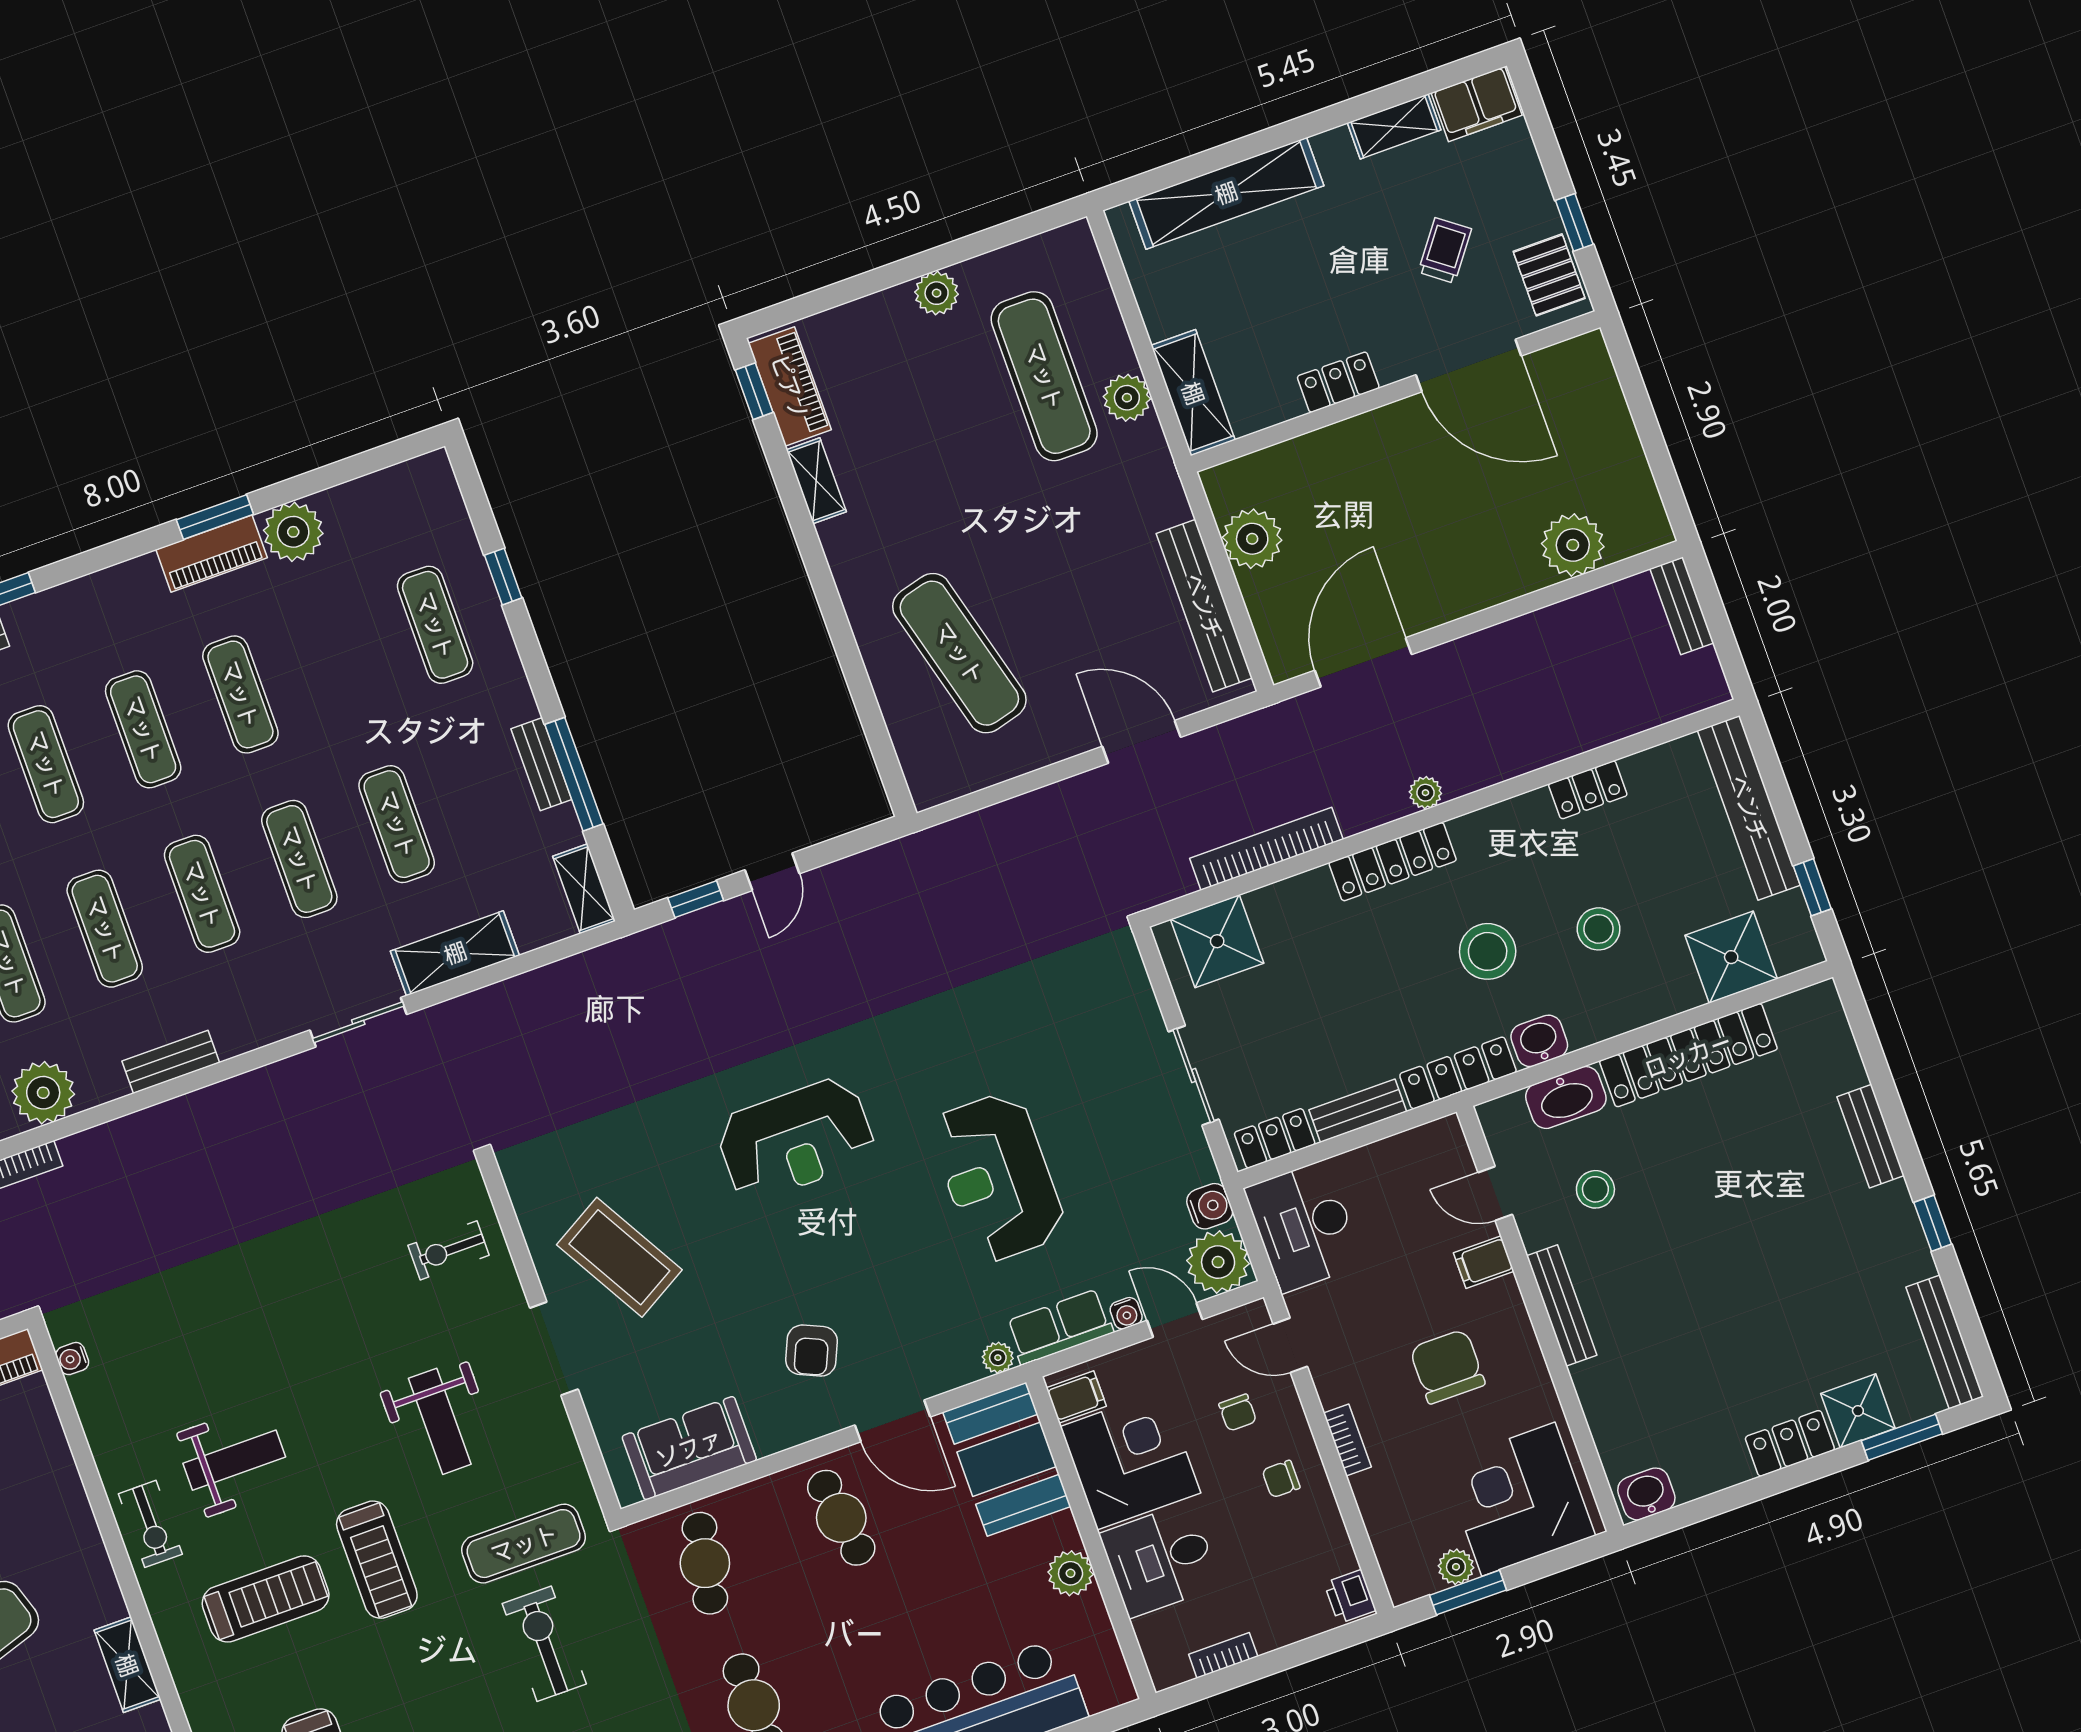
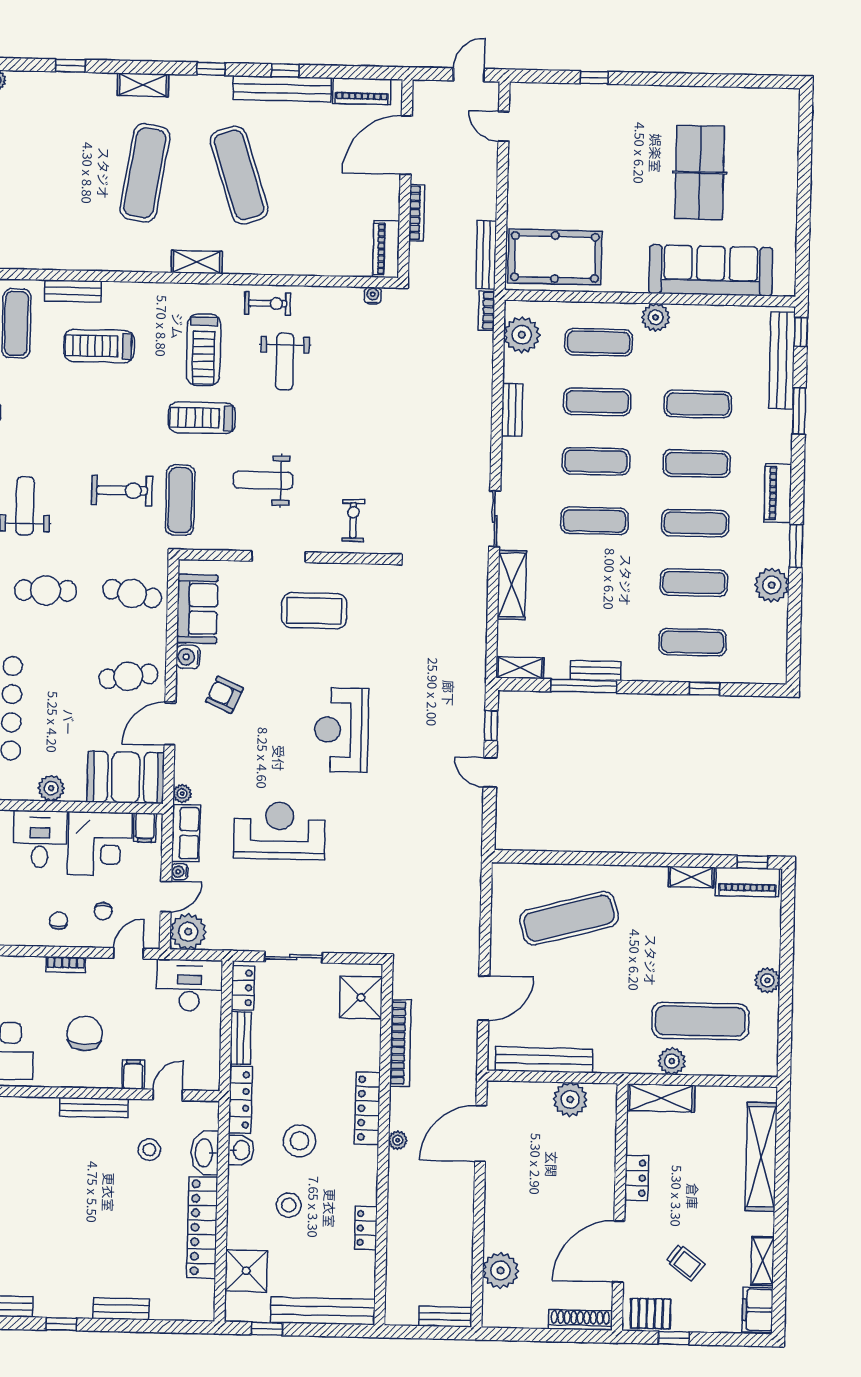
shoe rack: (1603, 385) -> (580, 1320), added
piano: (212, 554) -> (778, 493), moved
door: (1363, 662) -> (481, 1134), swing flipped
exercise mat: (397, 824) -> (694, 583), moved
water cooler: (1210, 1206) -> (188, 657), moved, turned 90
coffee table: (619, 1257) -> (314, 611), turned 30
chair: (1447, 1367) -> (85, 1033), turned -90
chair: (1238, 1413) -> (103, 911), turned -90
exercise bike: (150, 1524) -> (268, 303), turned 180

